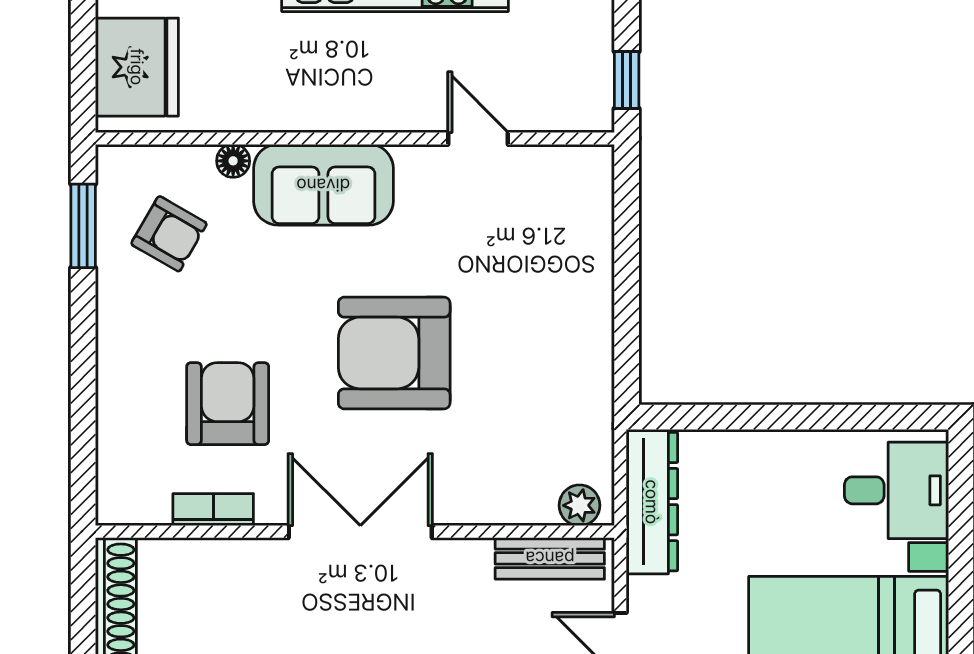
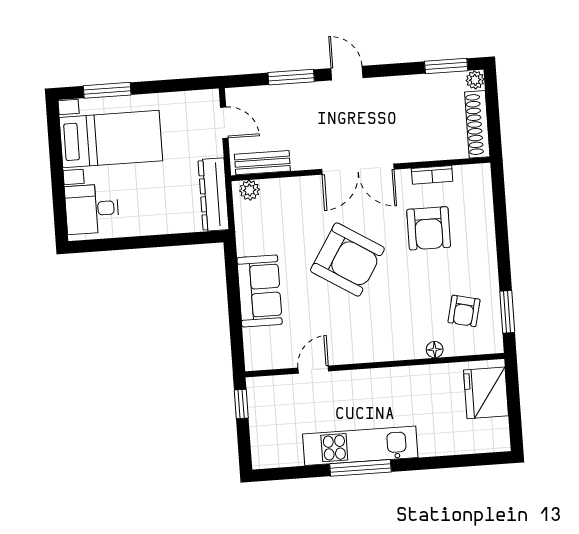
door: (478, 138) -> (313, 370), swing flipped
sofa: (323, 185) -> (260, 291), moved, turned 90
armchair: (169, 234) -> (464, 311), turned -107
armchair: (394, 353) -> (347, 260), turned 32

